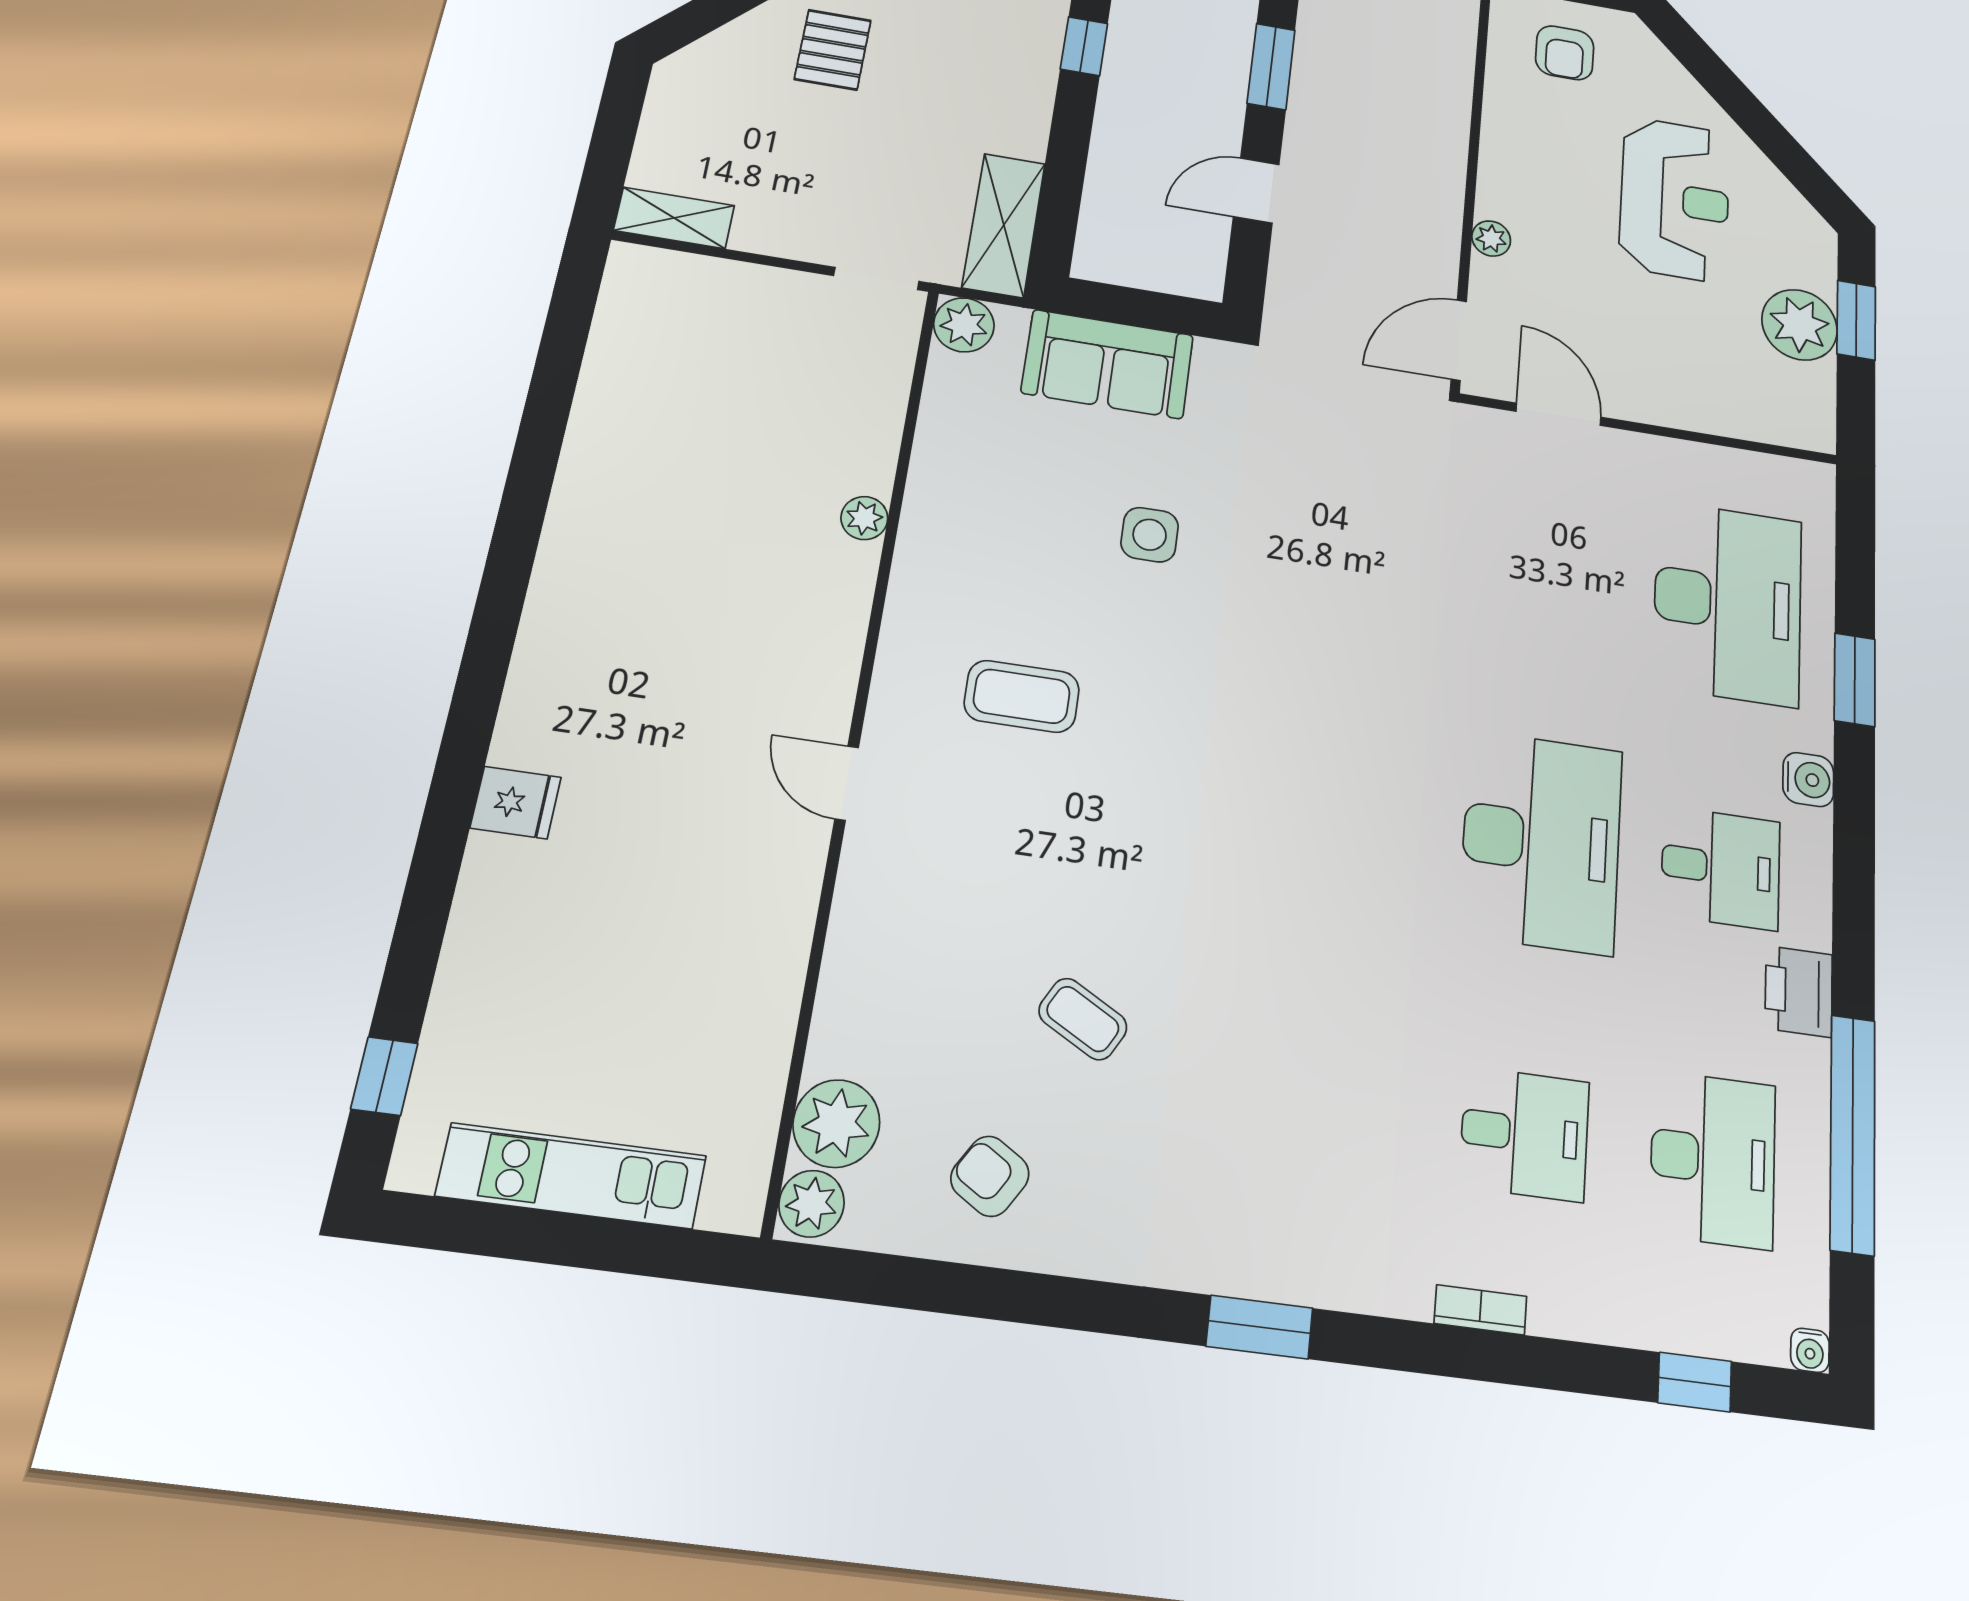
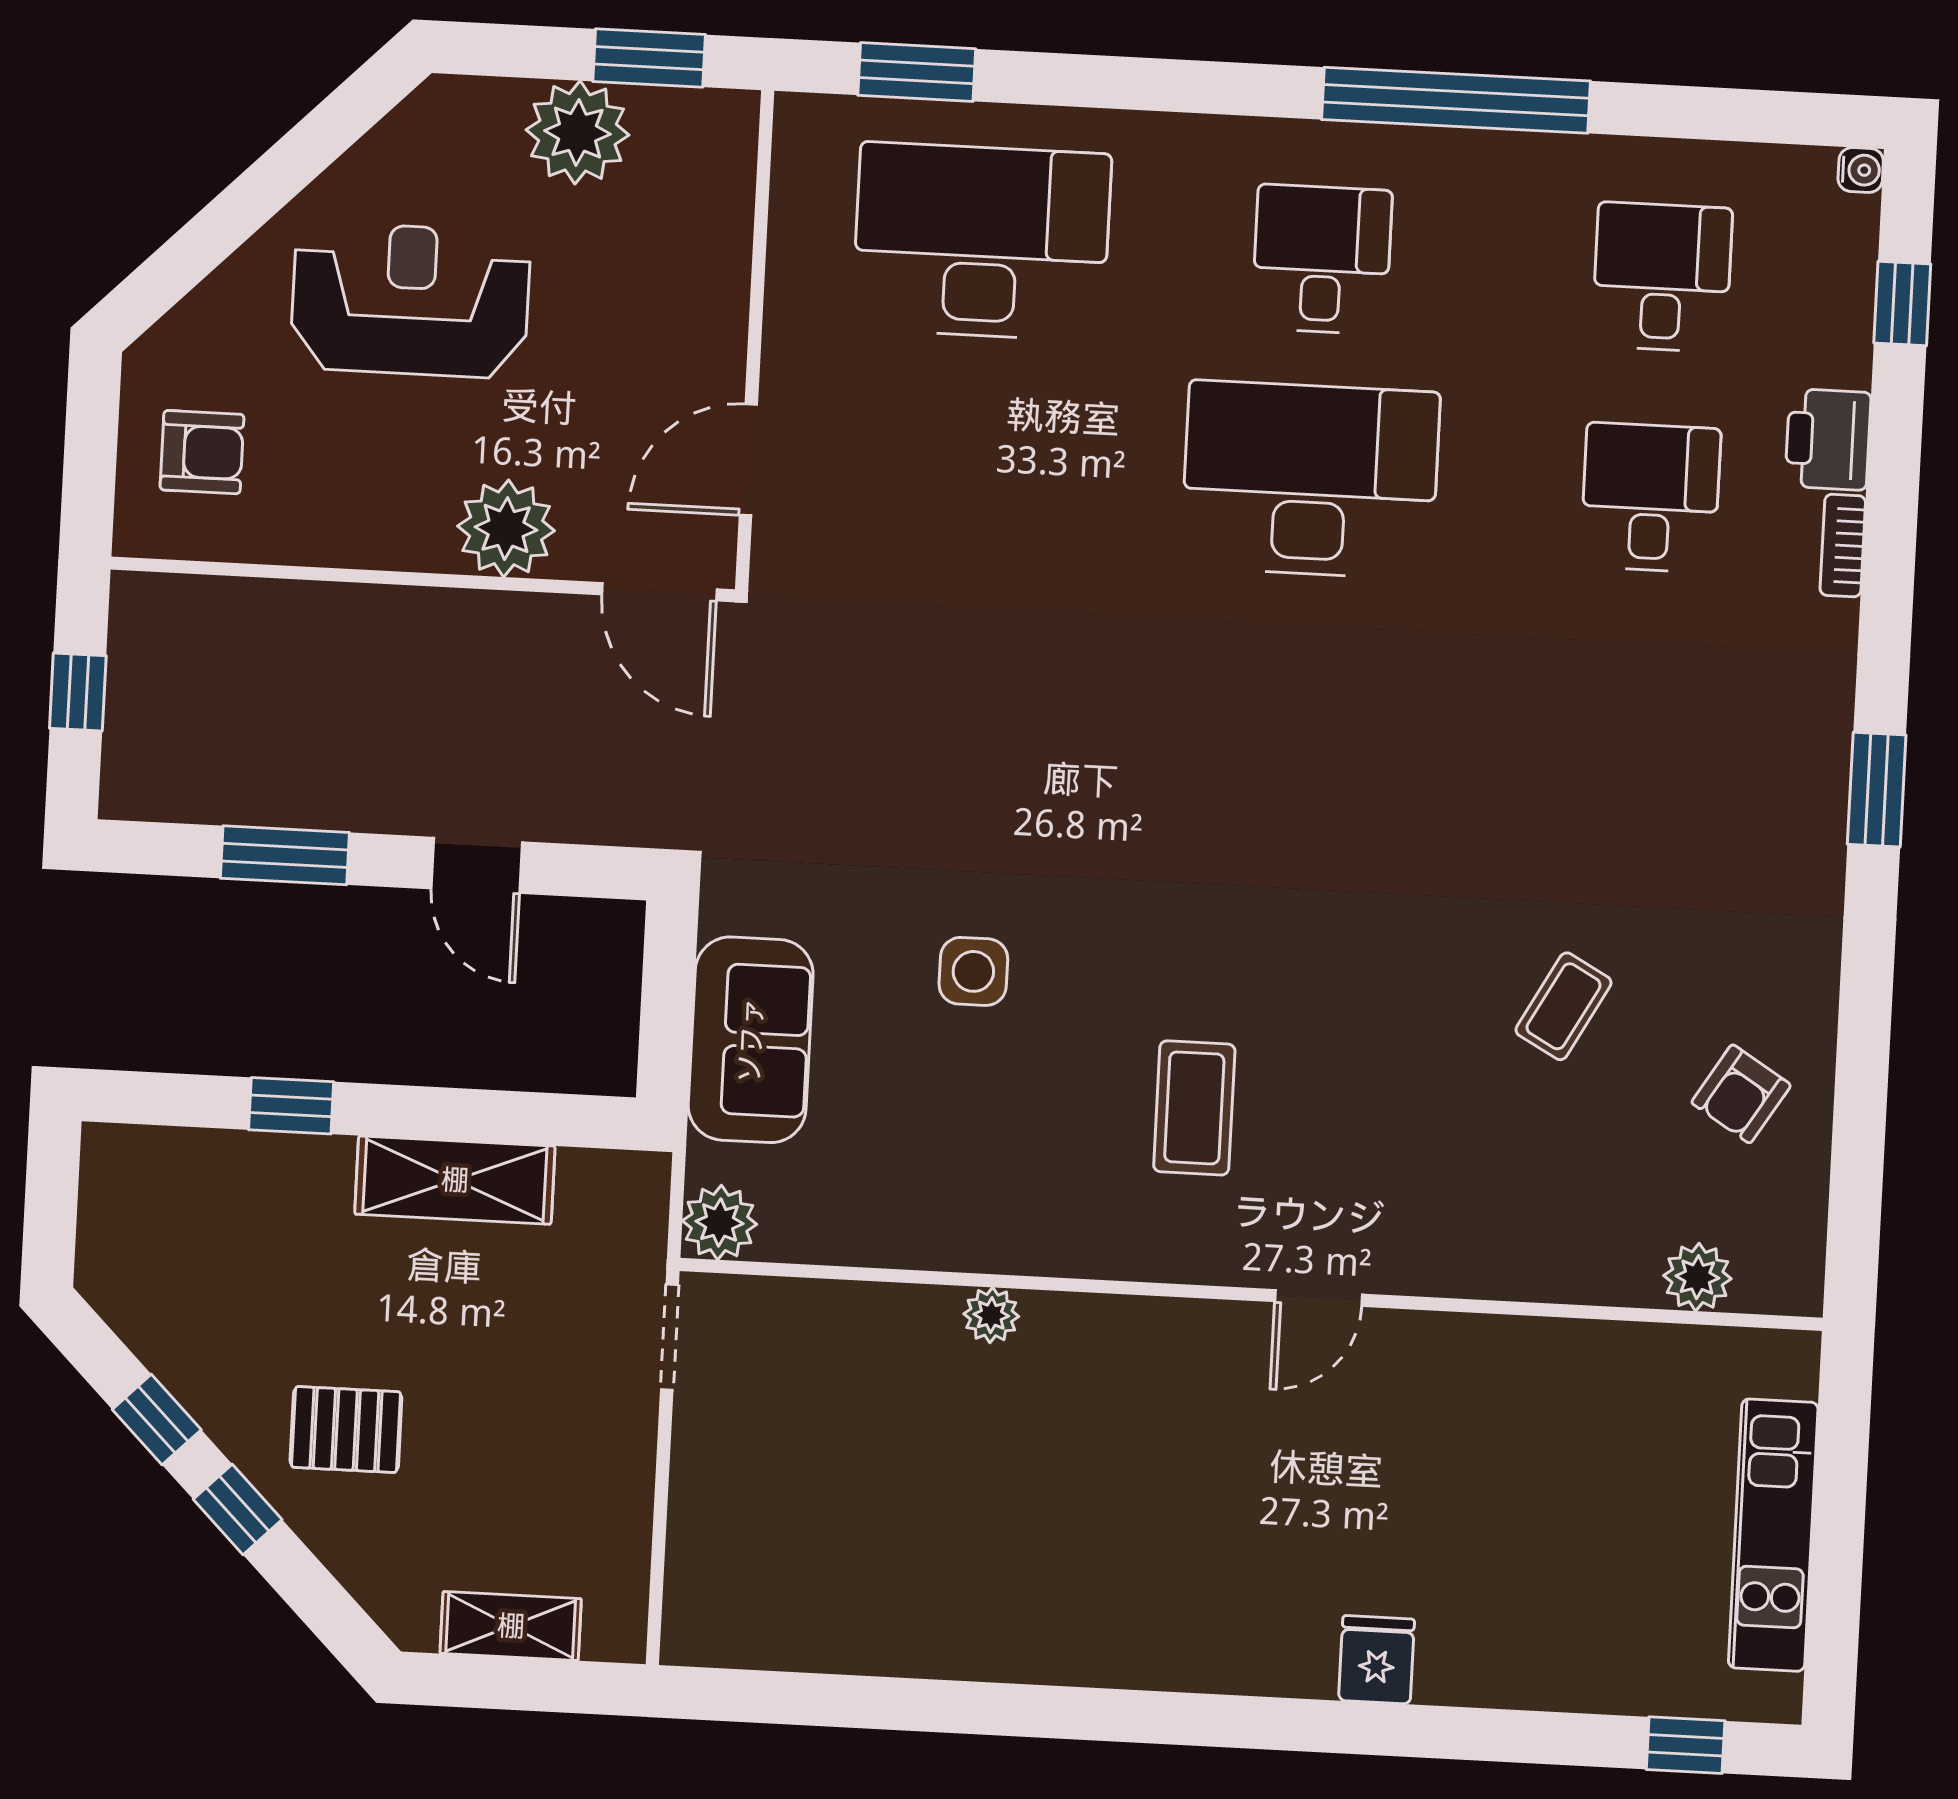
shelving: (674, 218) -> (511, 1626), moved, turned 90
shelving: (1004, 225) -> (455, 1180), moved
plant: (1491, 238) -> (506, 528), width x1.88, depth x1.88
window: (1856, 320) -> (649, 58), moved
window: (1855, 680) -> (917, 72), moved
water cooler: (1808, 779) -> (1201, 145), removed
printer: (1799, 991) -> (1828, 439), moved, turned 90
plant: (836, 1124) -> (1697, 1277), width x0.73, depth x0.73
window: (1853, 1134) -> (1456, 100), moved
desk: (1713, 1159) -> (1662, 277), width x0.73
plant: (811, 1204) -> (1783, 1281), removed

